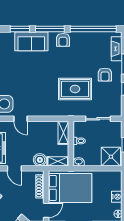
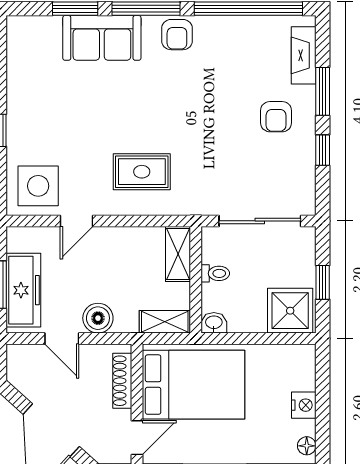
rug: (75, 89) -> (142, 172), moved, width x0.73, depth x0.70
door: (21, 119) -> (77, 221), hinge flipped
sliding door: (98, 119) -> (260, 221), width x1.37
boiler: (40, 160) -> (98, 318), moved

